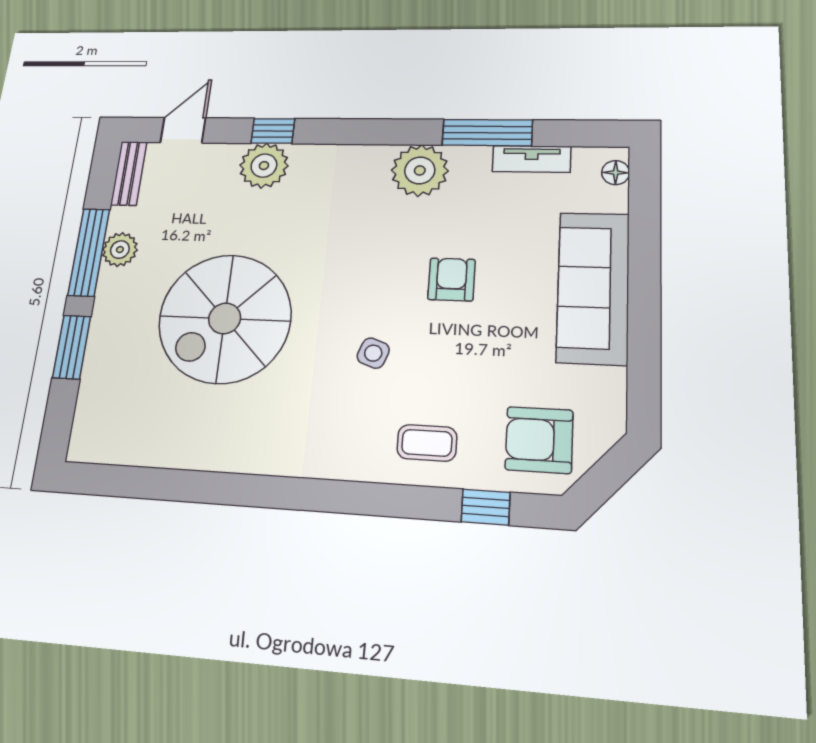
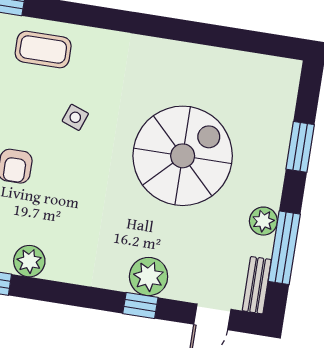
plant: (420, 170) -> (29, 261), width x0.73, depth x0.73
window: (89, 252) -> (284, 248), moved
coffee table: (427, 443) -> (43, 50), width x1.36, depth x1.30

